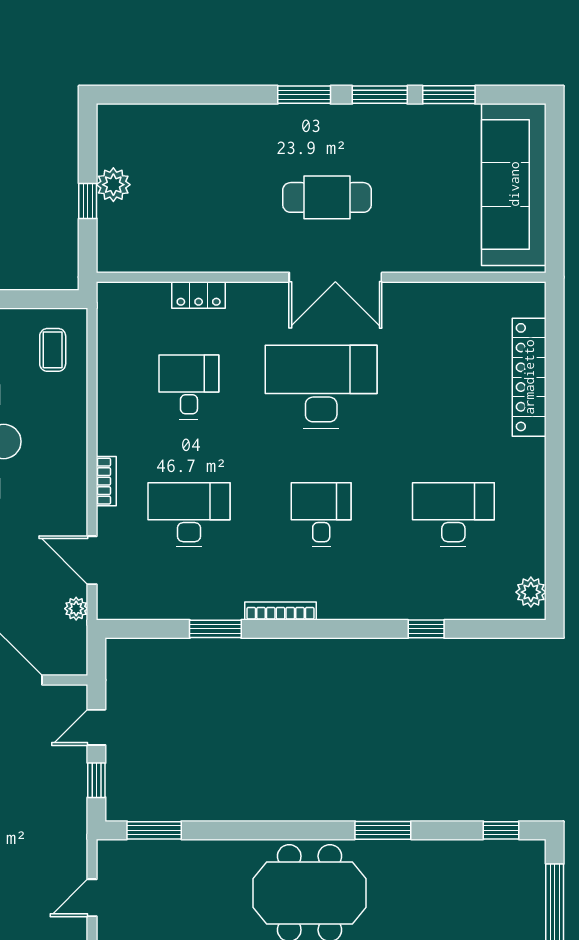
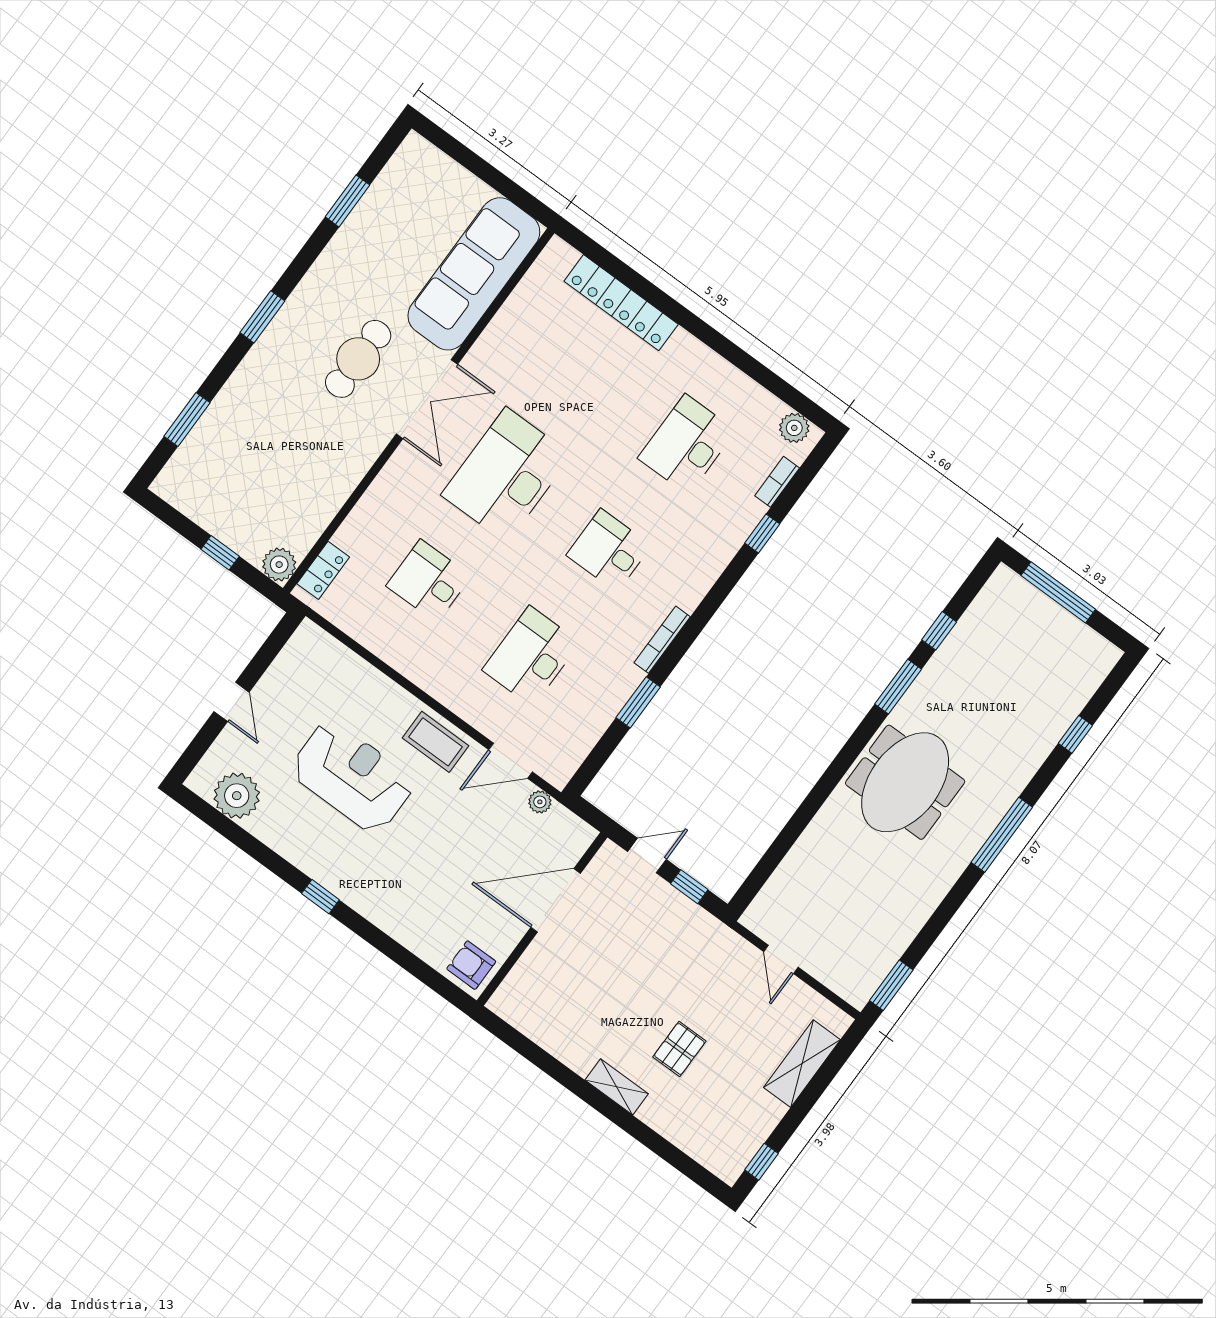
window: (380, 95) -> (187, 419), moved
sofa: (514, 184) -> (474, 274), moved, turned 90
plant: (113, 185) -> (279, 565), moved
locker: (199, 295) -> (323, 570), moved
coffee table: (53, 350) -> (435, 742), moved, width x1.36, depth x1.30
bookcase: (106, 481) -> (777, 482), moved, turned -90
door: (96, 727) -> (647, 856), swing flipped
window: (154, 830) -> (763, 870), removed
window: (501, 830) -> (939, 631), moved

